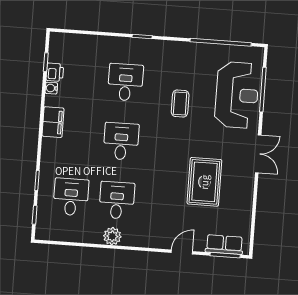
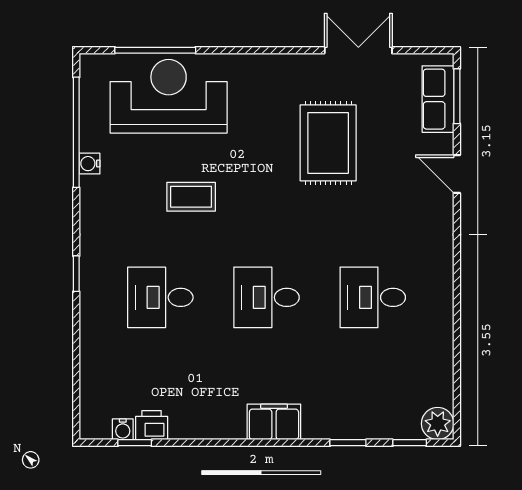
water cooler: (203, 48) -> (90, 164), added
water cooler: (51, 88) -> (123, 429), moved
filing cabinet: (53, 122) -> (274, 422), moved
double door: (258, 154) -> (358, 50), moved
rug: (204, 182) -> (328, 143), turned 90
desk: (71, 197) -> (373, 380), removed
plant: (112, 236) -> (438, 424), moved

